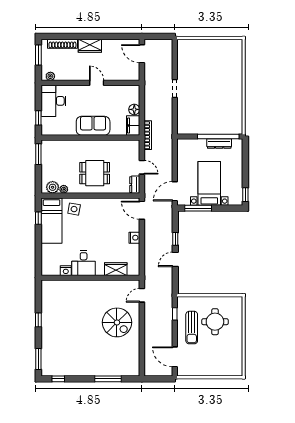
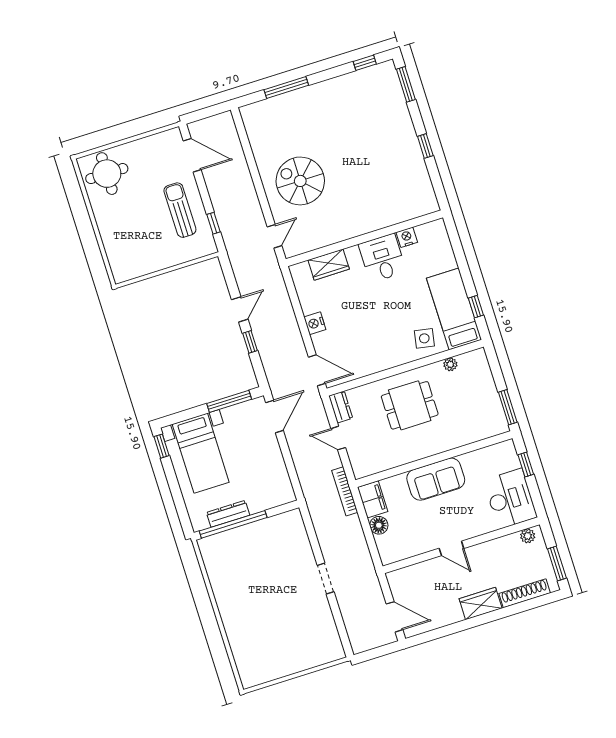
bed with nightstands: (209, 183) -> (201, 453), moved
plant: (53, 187) -> (469, 362), removed
round table: (215, 322) -> (107, 174), moved

